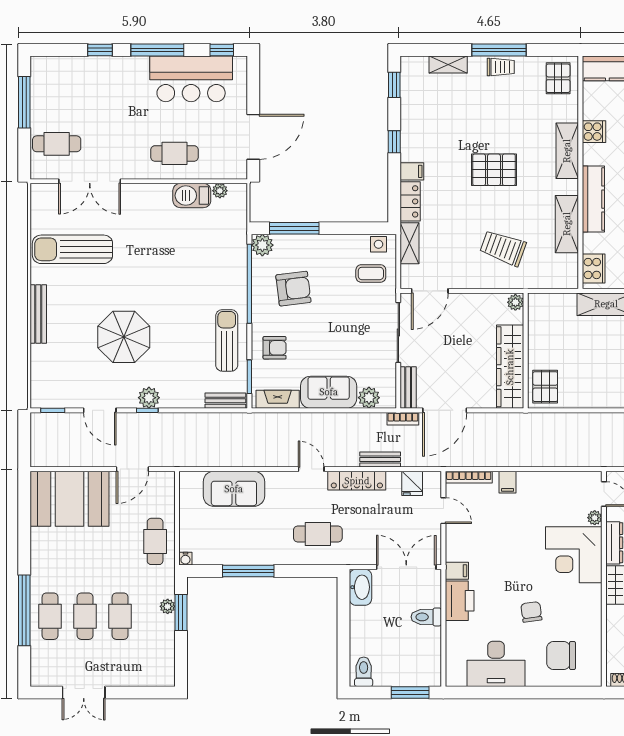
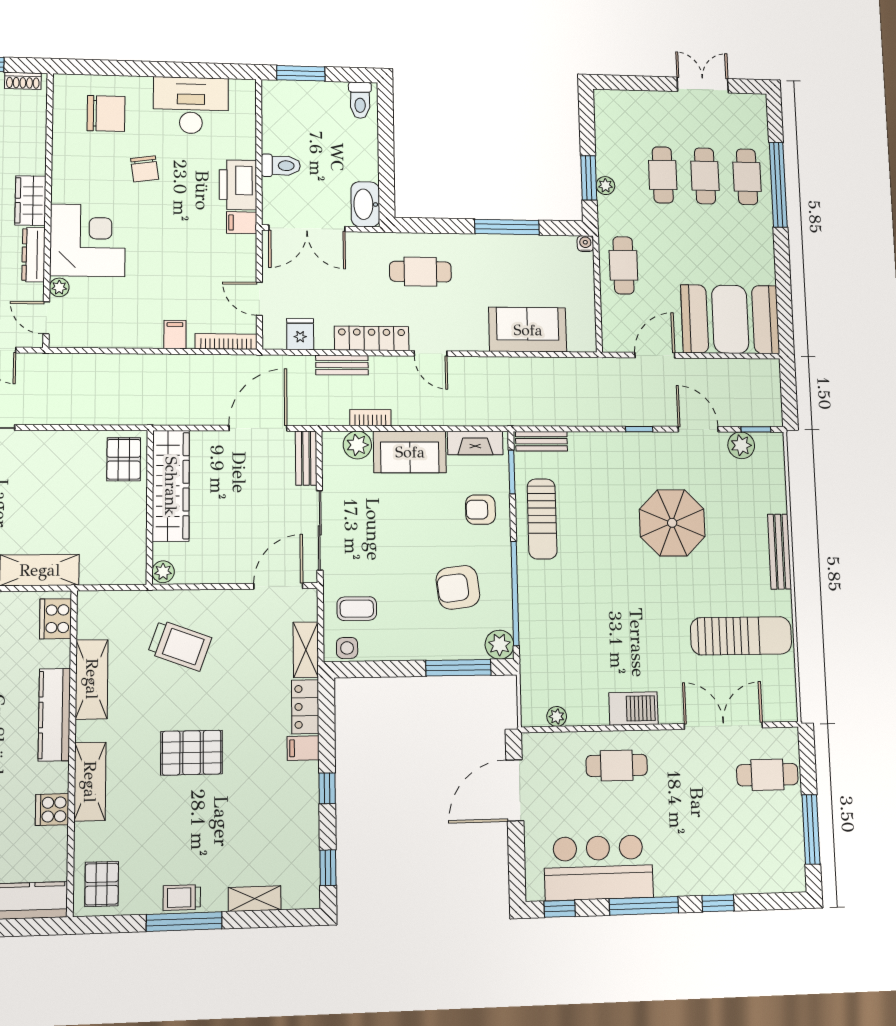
barbecue: (192, 196) -> (634, 709), moved
plant: (149, 398) -> (741, 445), moved
bookcase: (403, 419) -> (370, 418), moved

